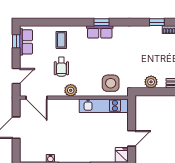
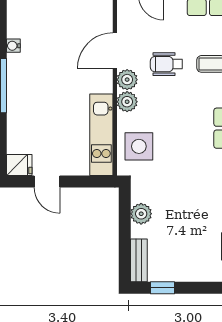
plant: (84, 90) -> (127, 102), added
door: (36, 98) -> (115, 51), moved

